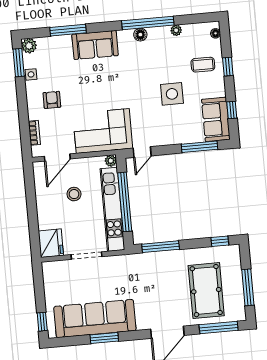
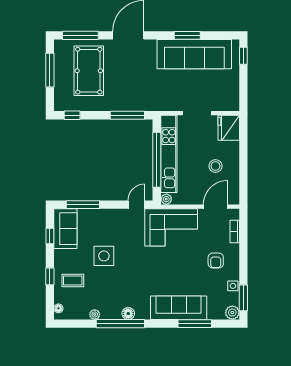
sofa: (95, 45) -> (179, 308), width x1.36
stool: (74, 194) -> (215, 166), moved

